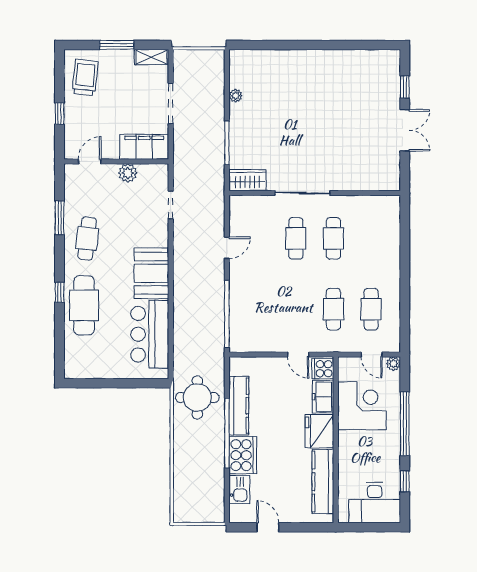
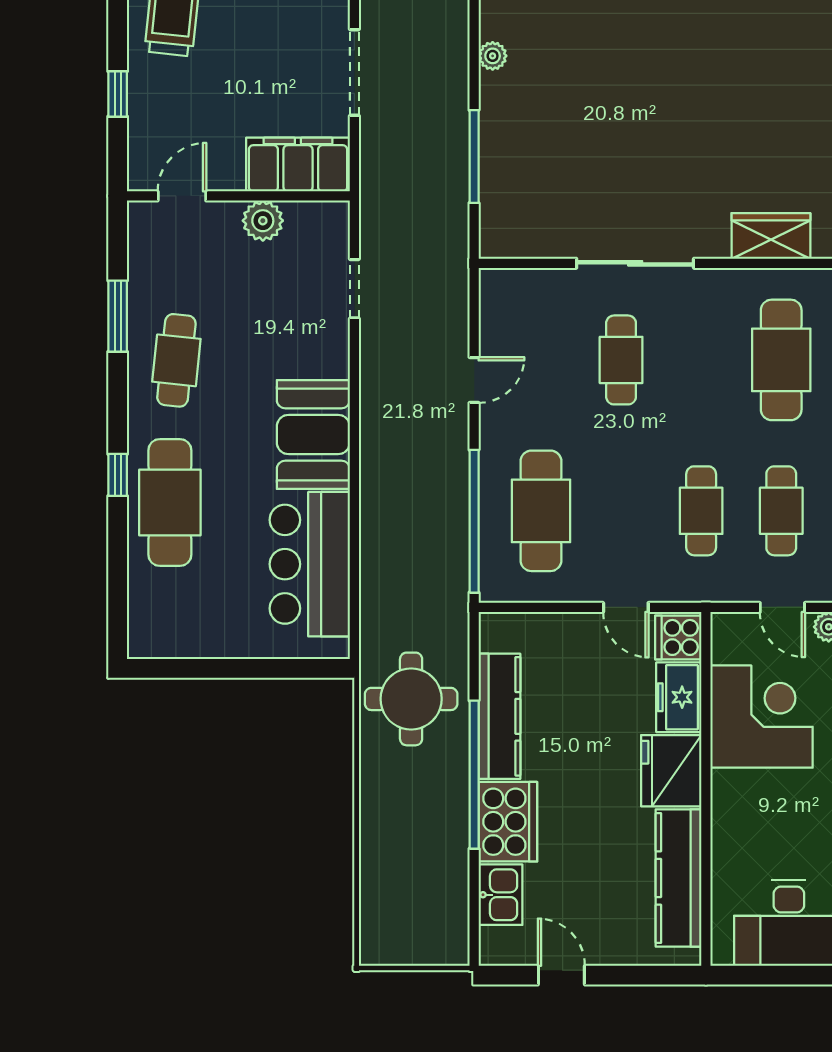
wardrobe: (247, 180) -> (771, 236), moved
cafe table: (333, 238) -> (781, 360), moved, width x1.37, depth x1.35
cafe table: (258, 309) -> (541, 511), added

